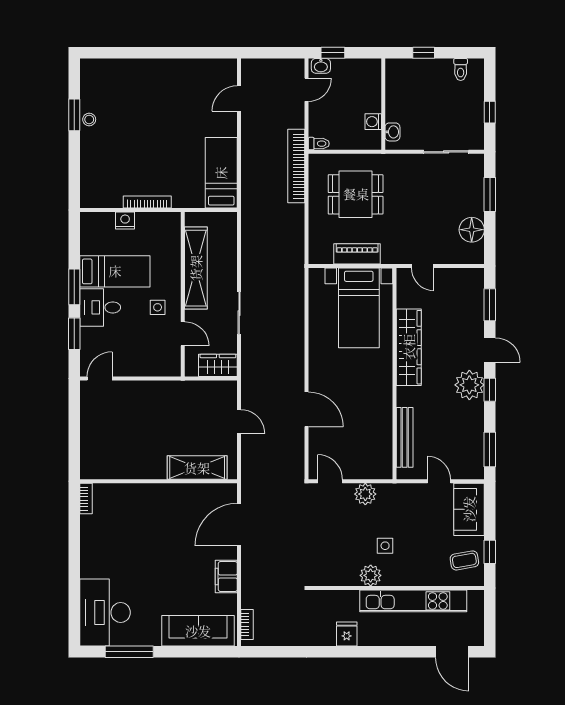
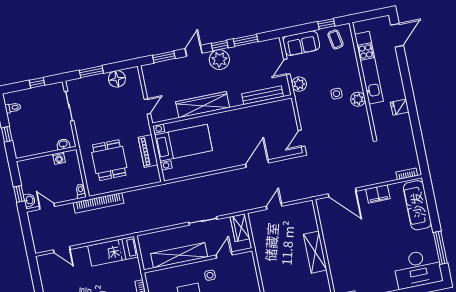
window: (490, 449) -> (246, 40), moved
shelving: (197, 468) -> (315, 252), moved
plant: (365, 494) -> (299, 84), moved

